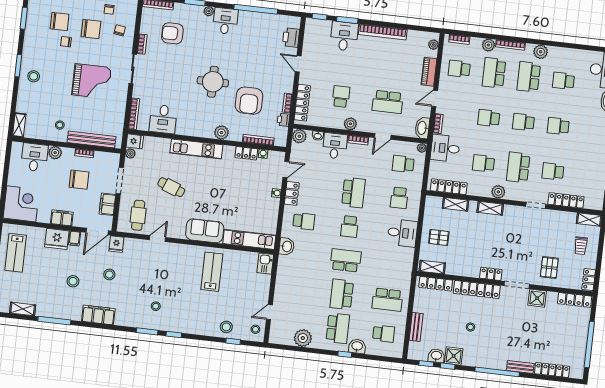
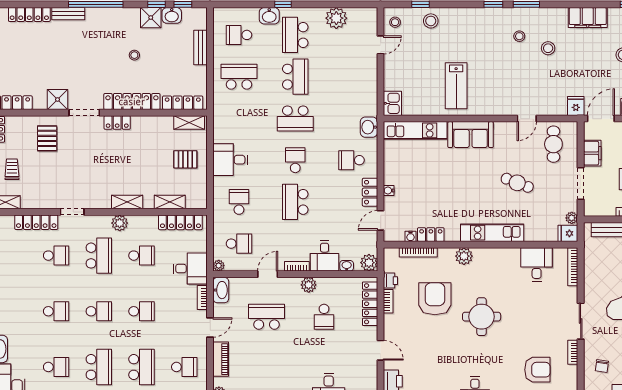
stool: (109, 274) -> (548, 48), moved

